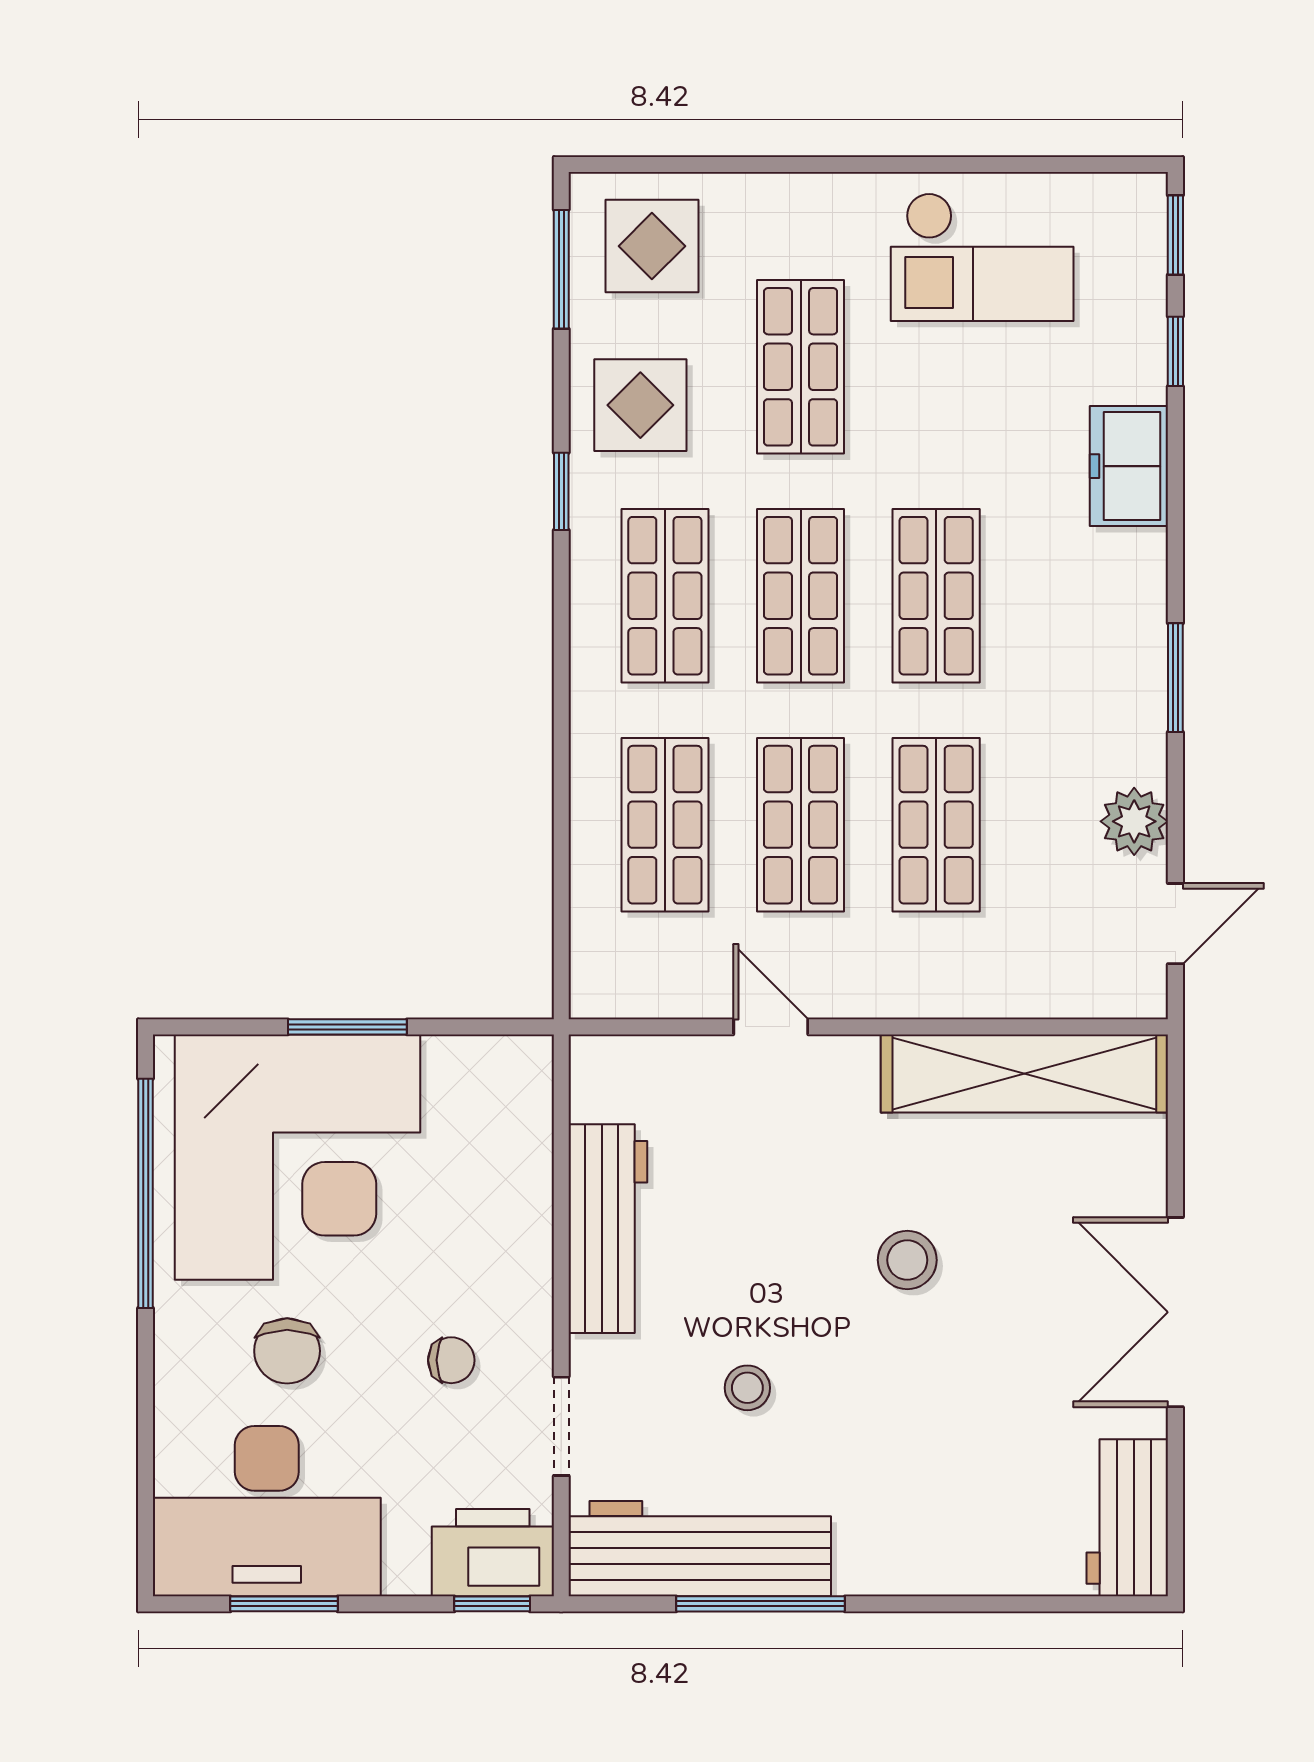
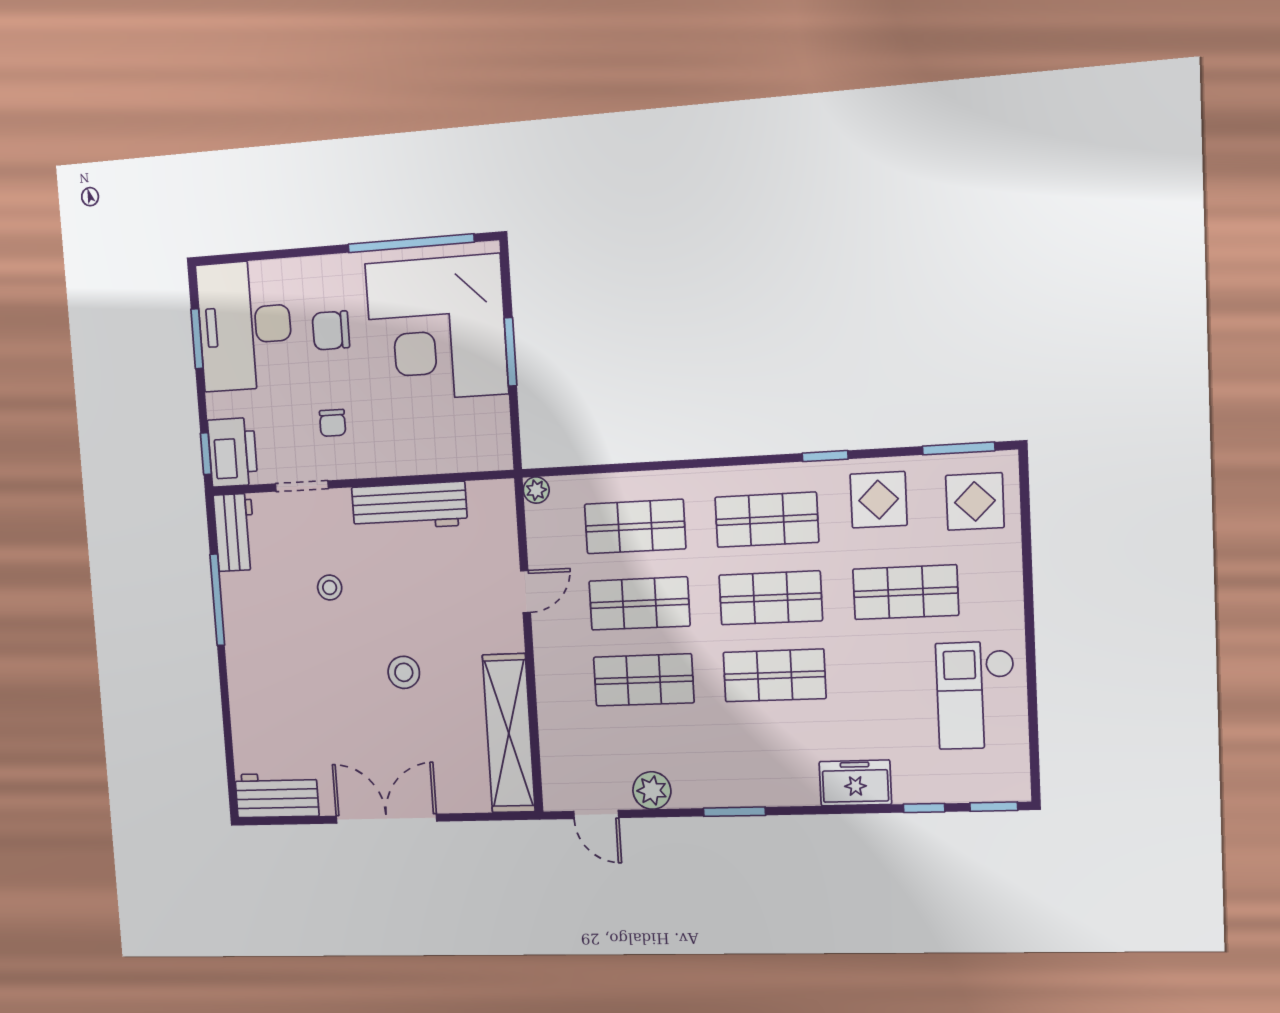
plant: (592, 996) -> (536, 490), added
workbench: (700, 1549) -> (235, 532), width x0.53, depth x0.76

